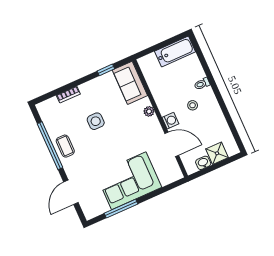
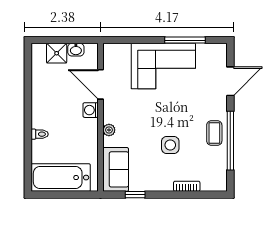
bathtub: (175, 51) -> (61, 178), width x1.36, depth x1.36
stool: (193, 105) -> (60, 116), removed

